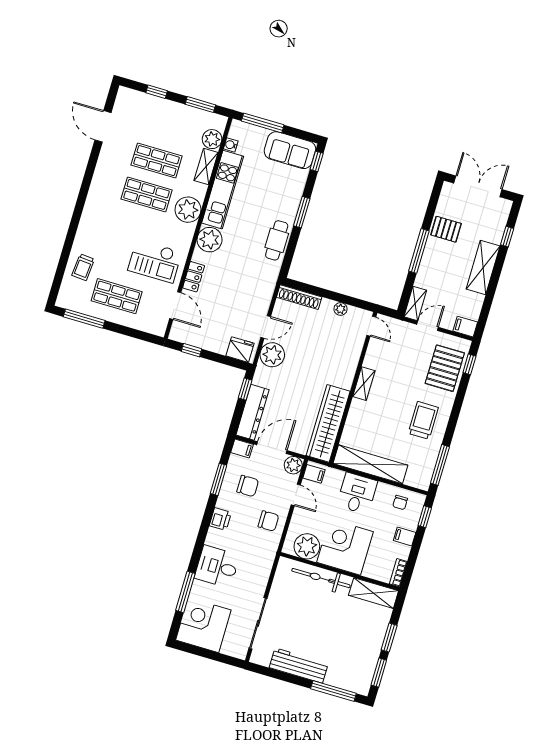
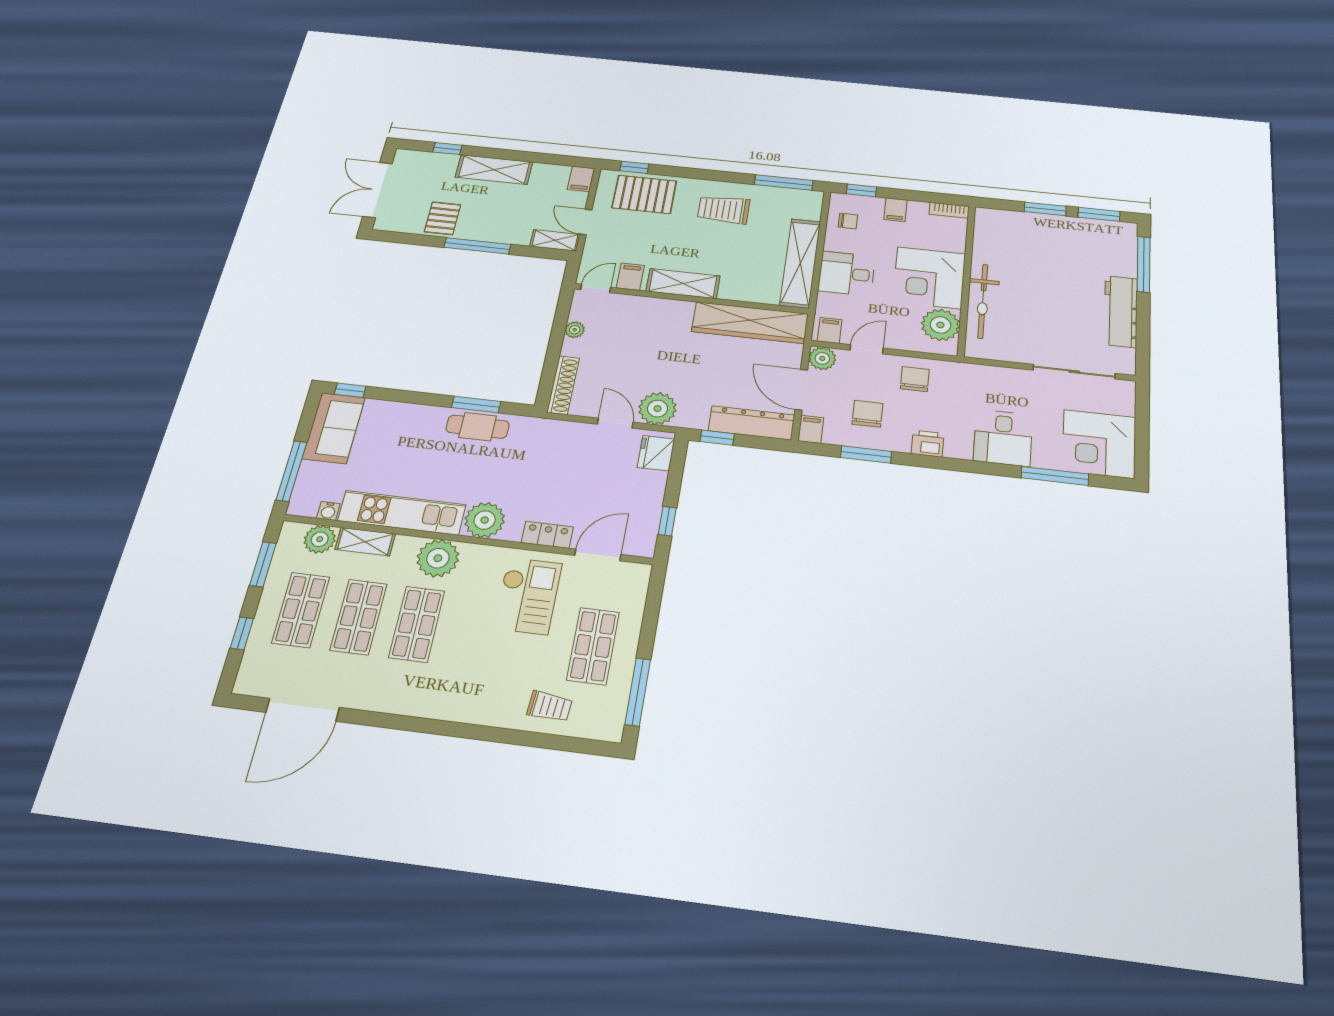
door: (103, 126) -> (303, 710), width x1.36
shop shelf: (166, 127) -> (301, 610), added
window: (302, 212) -> (476, 404), moved
filing cabinet: (377, 350) -> (630, 277), added
shelving: (364, 384) -> (683, 284), width x1.50, depth x1.33
shelving: (374, 593) -> (987, 235), removed

